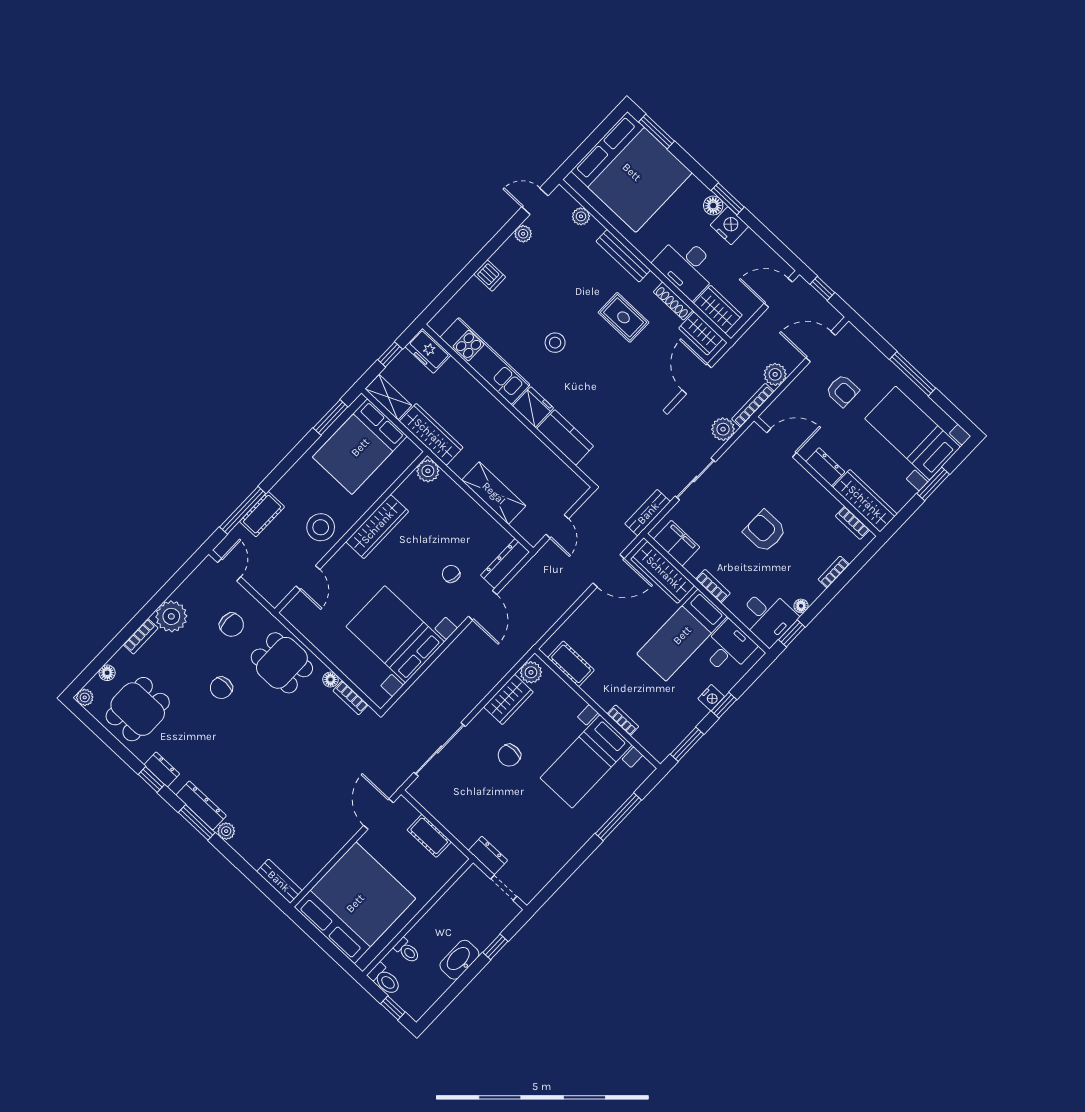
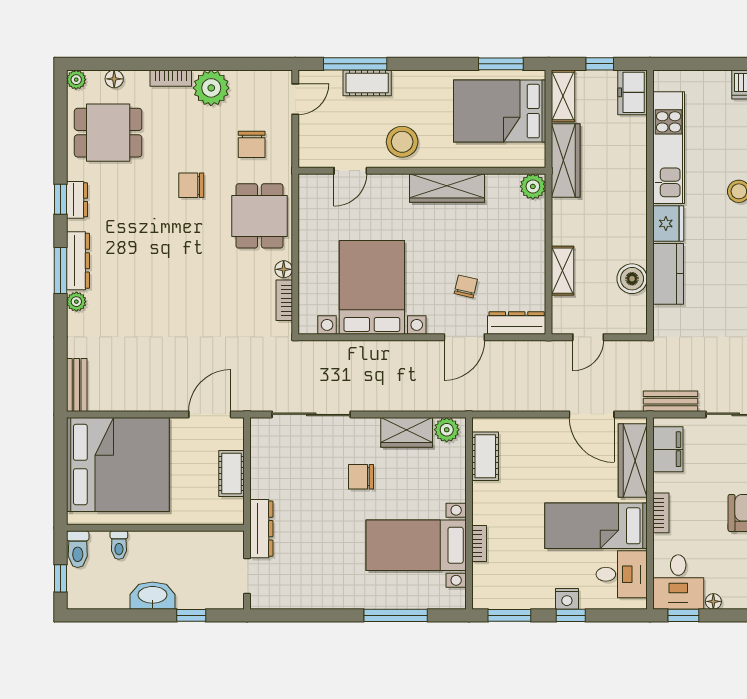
boiler: (546, 463) -> (632, 279), added
shelving: (494, 493) -> (563, 271), width x0.67, depth x0.75
dresser: (488, 855) -> (261, 529), width x1.44

